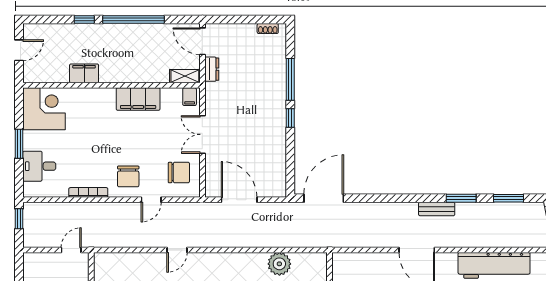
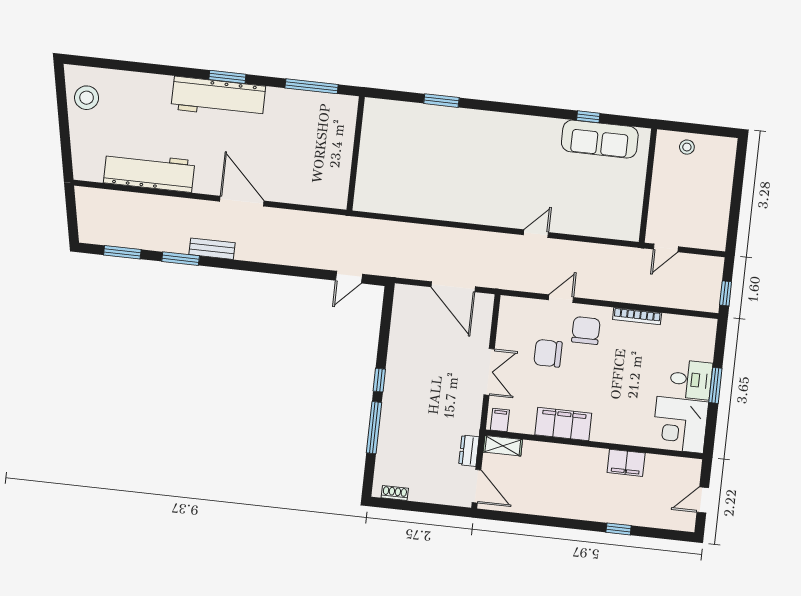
window: (133, 19) -> (558, 522), removed
desk: (39, 166) -> (691, 380), moved
chair: (179, 173) -> (548, 353), moved
door: (324, 198) -> (349, 277), width x0.53
plant: (279, 264) -> (412, 203), removed

